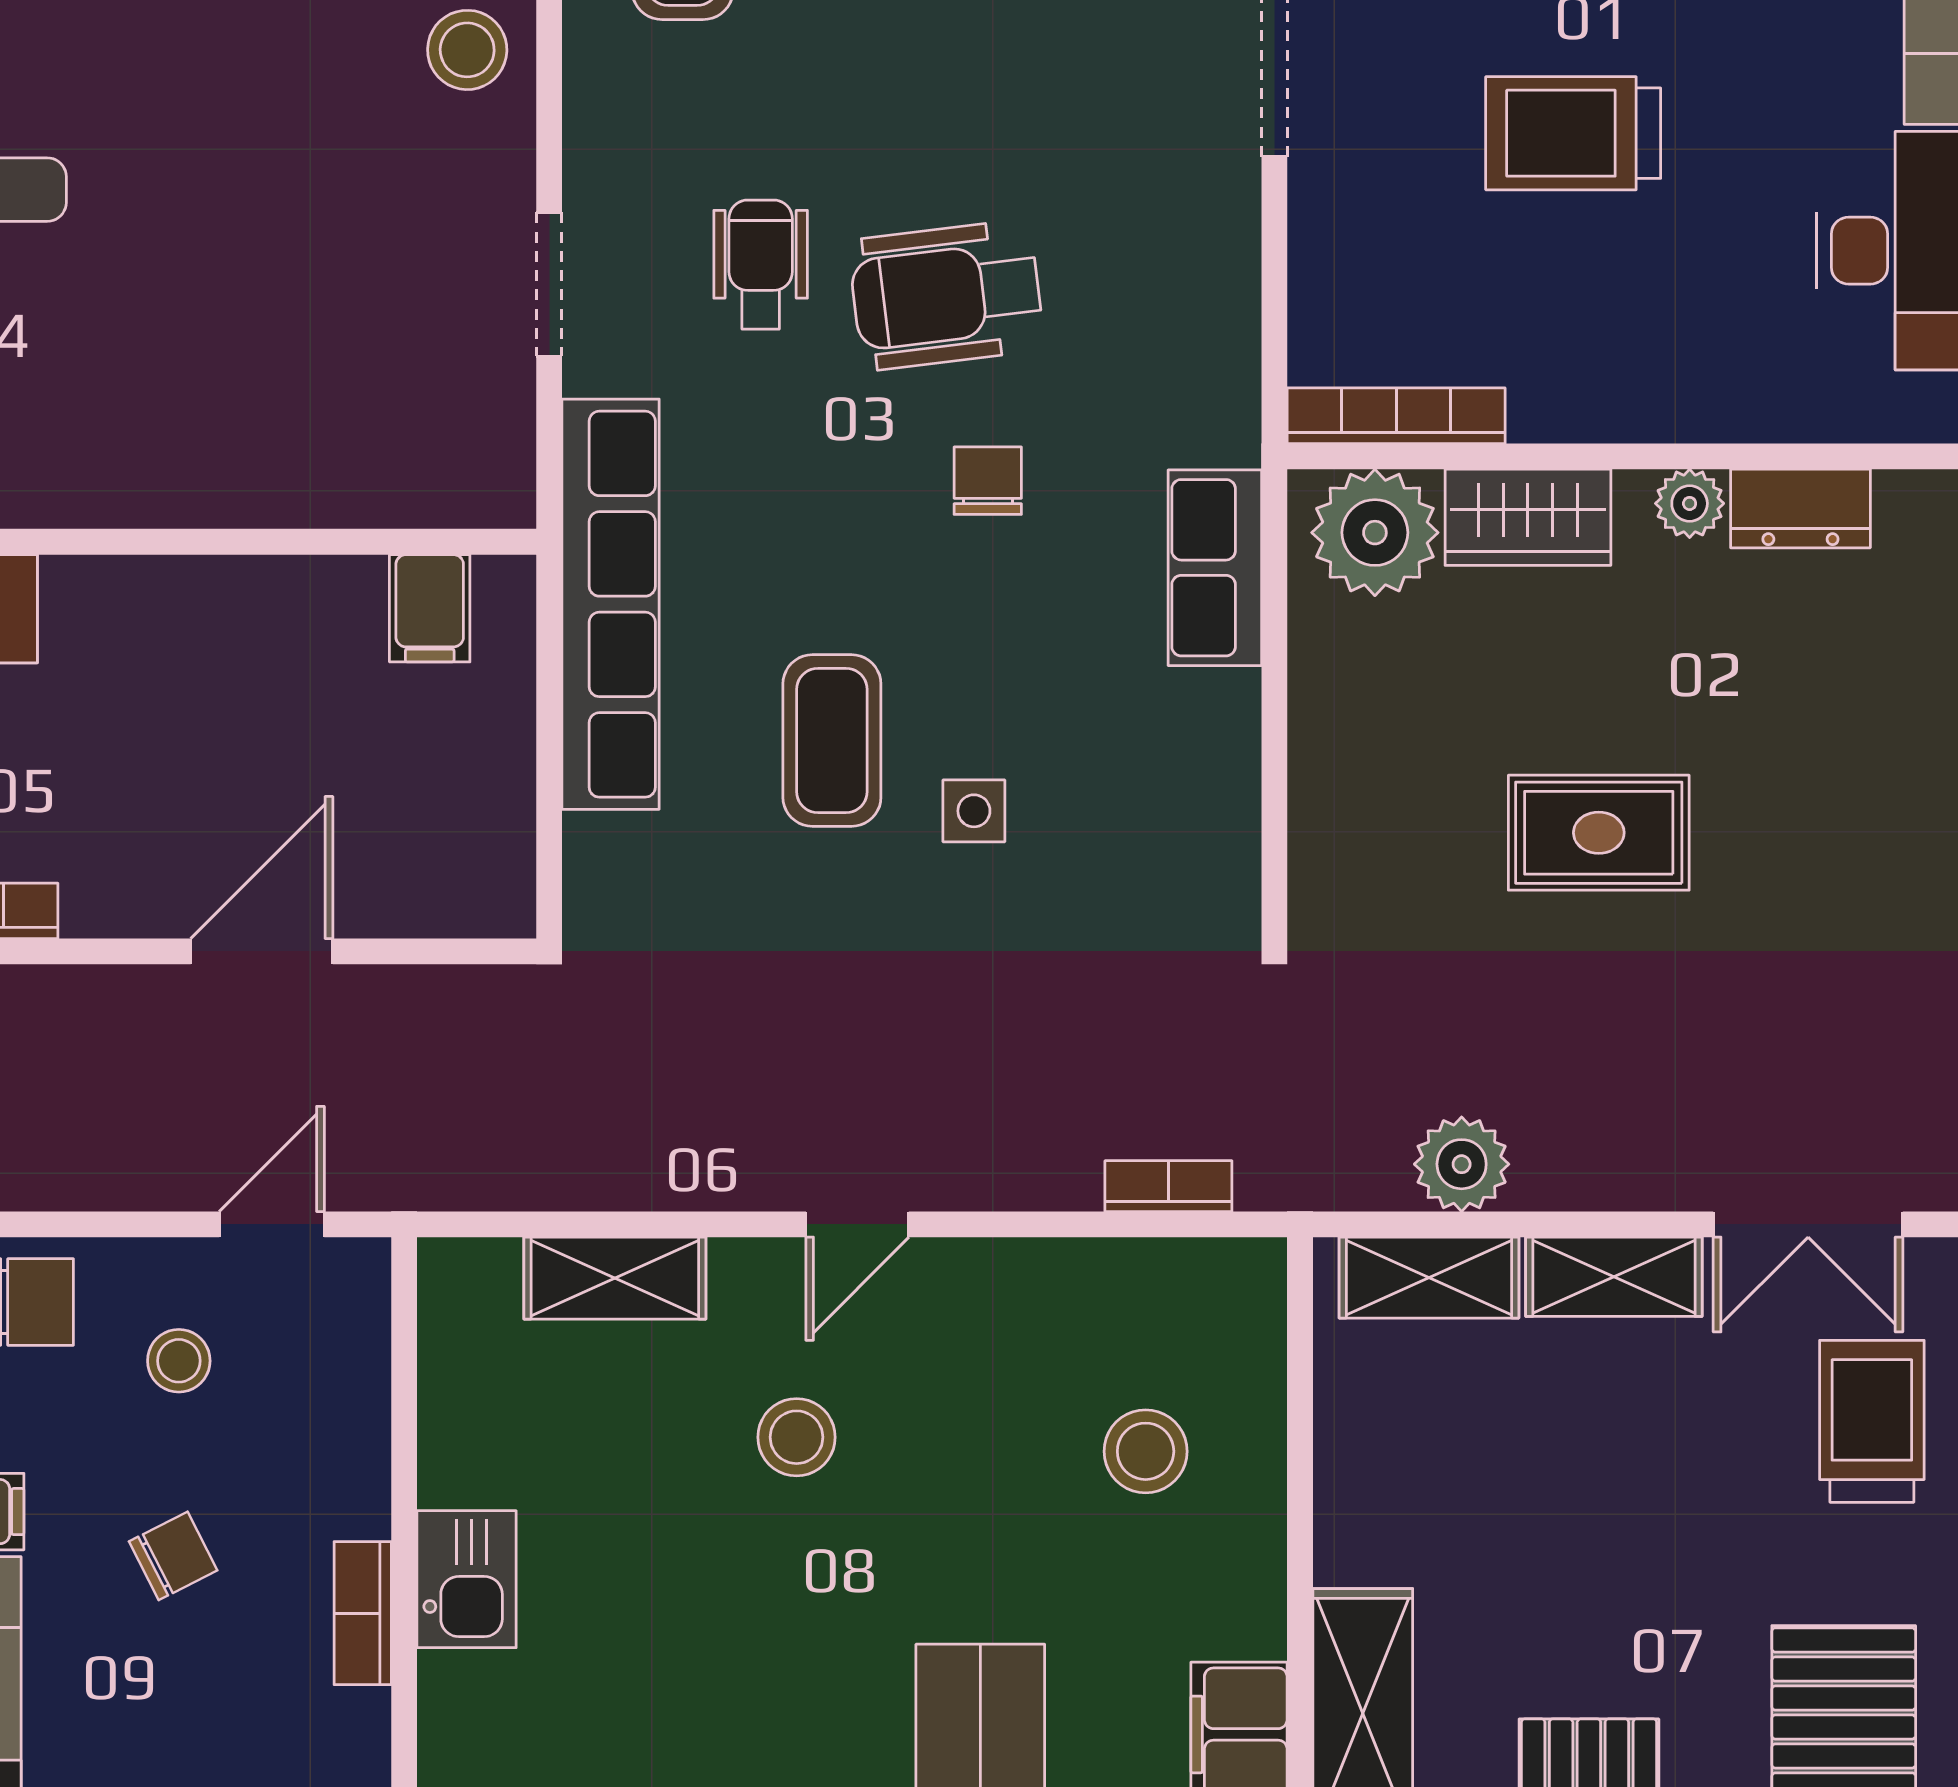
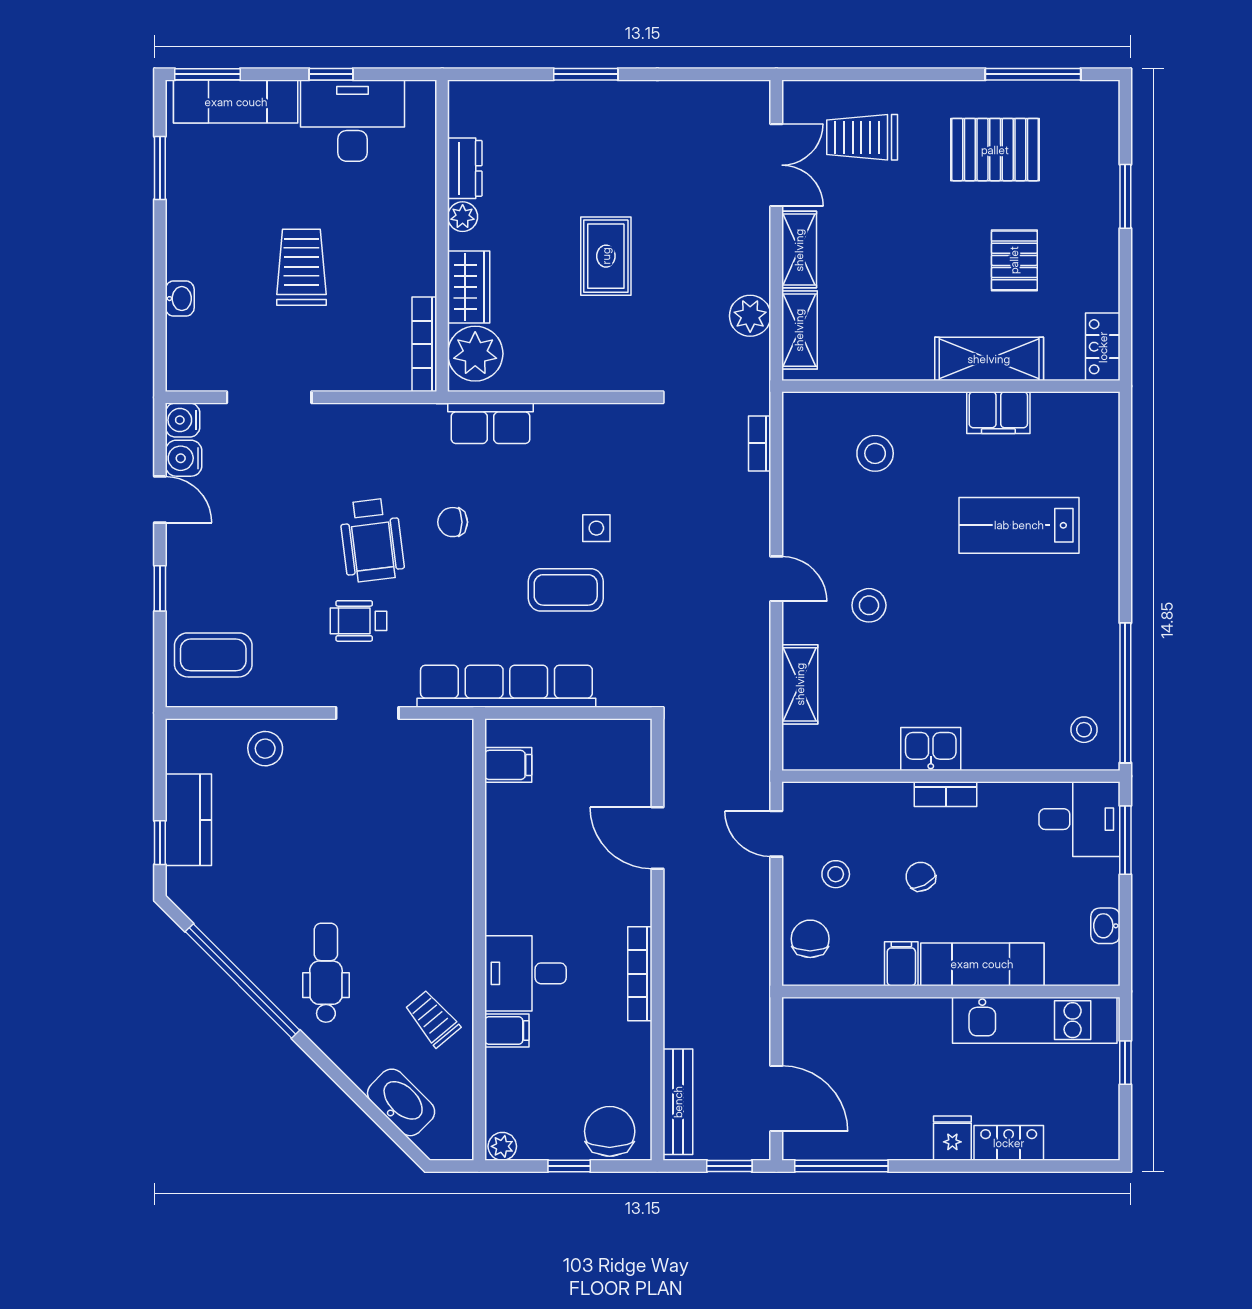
trolley: (1573, 133) -> (301, 267), turned 180

